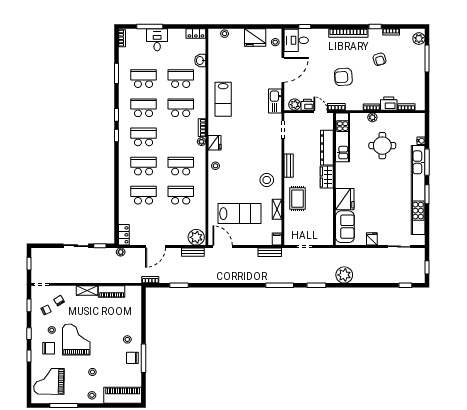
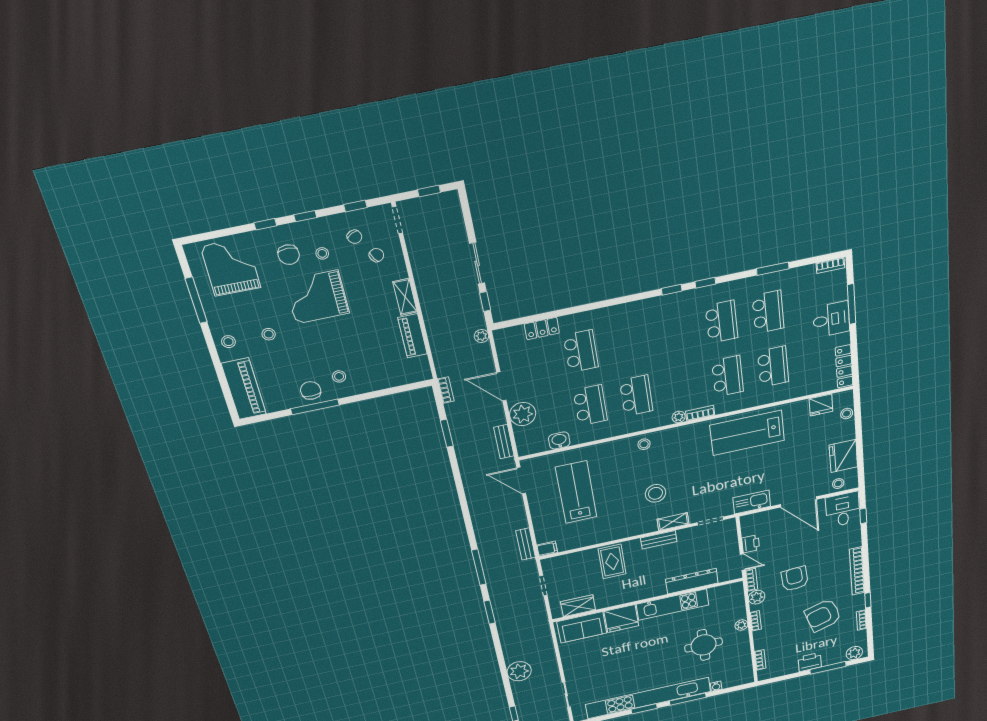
locker: (196, 33) -> (844, 366), width x1.53
armchair: (380, 59) -> (823, 615), width x1.88, depth x1.88
washbasin: (200, 60) -> (559, 440), moved
lab bench: (223, 99) -> (747, 433), width x1.36, depth x1.39
printer: (389, 104) -> (810, 662), moved, turned -90
plant: (295, 105) -> (757, 597), moved
door: (321, 112) -> (743, 562), hinge flipped
school desk: (144, 137) -> (675, 332), removed
kitchen unit: (343, 137) -> (673, 605), moved
fridge: (214, 143) -> (821, 405), moved
school desk: (144, 166) -> (628, 341), removed
wardrobe: (327, 177) -> (578, 606), moved
stool: (267, 180) -> (656, 493), moved
rug: (297, 199) -> (612, 561), turned 90
shelving: (277, 209) -> (673, 522), moved
lab bench: (240, 214) -> (576, 492), turned 180
locker: (124, 235) -> (542, 329), moved
plant: (196, 237) -> (523, 414), moved
fridge: (372, 239) -> (571, 662), removed
door: (223, 247) -> (521, 481), swing flipped
plant: (344, 275) -> (519, 671), moved
grand piano: (76, 339) -> (317, 297), turned 180

